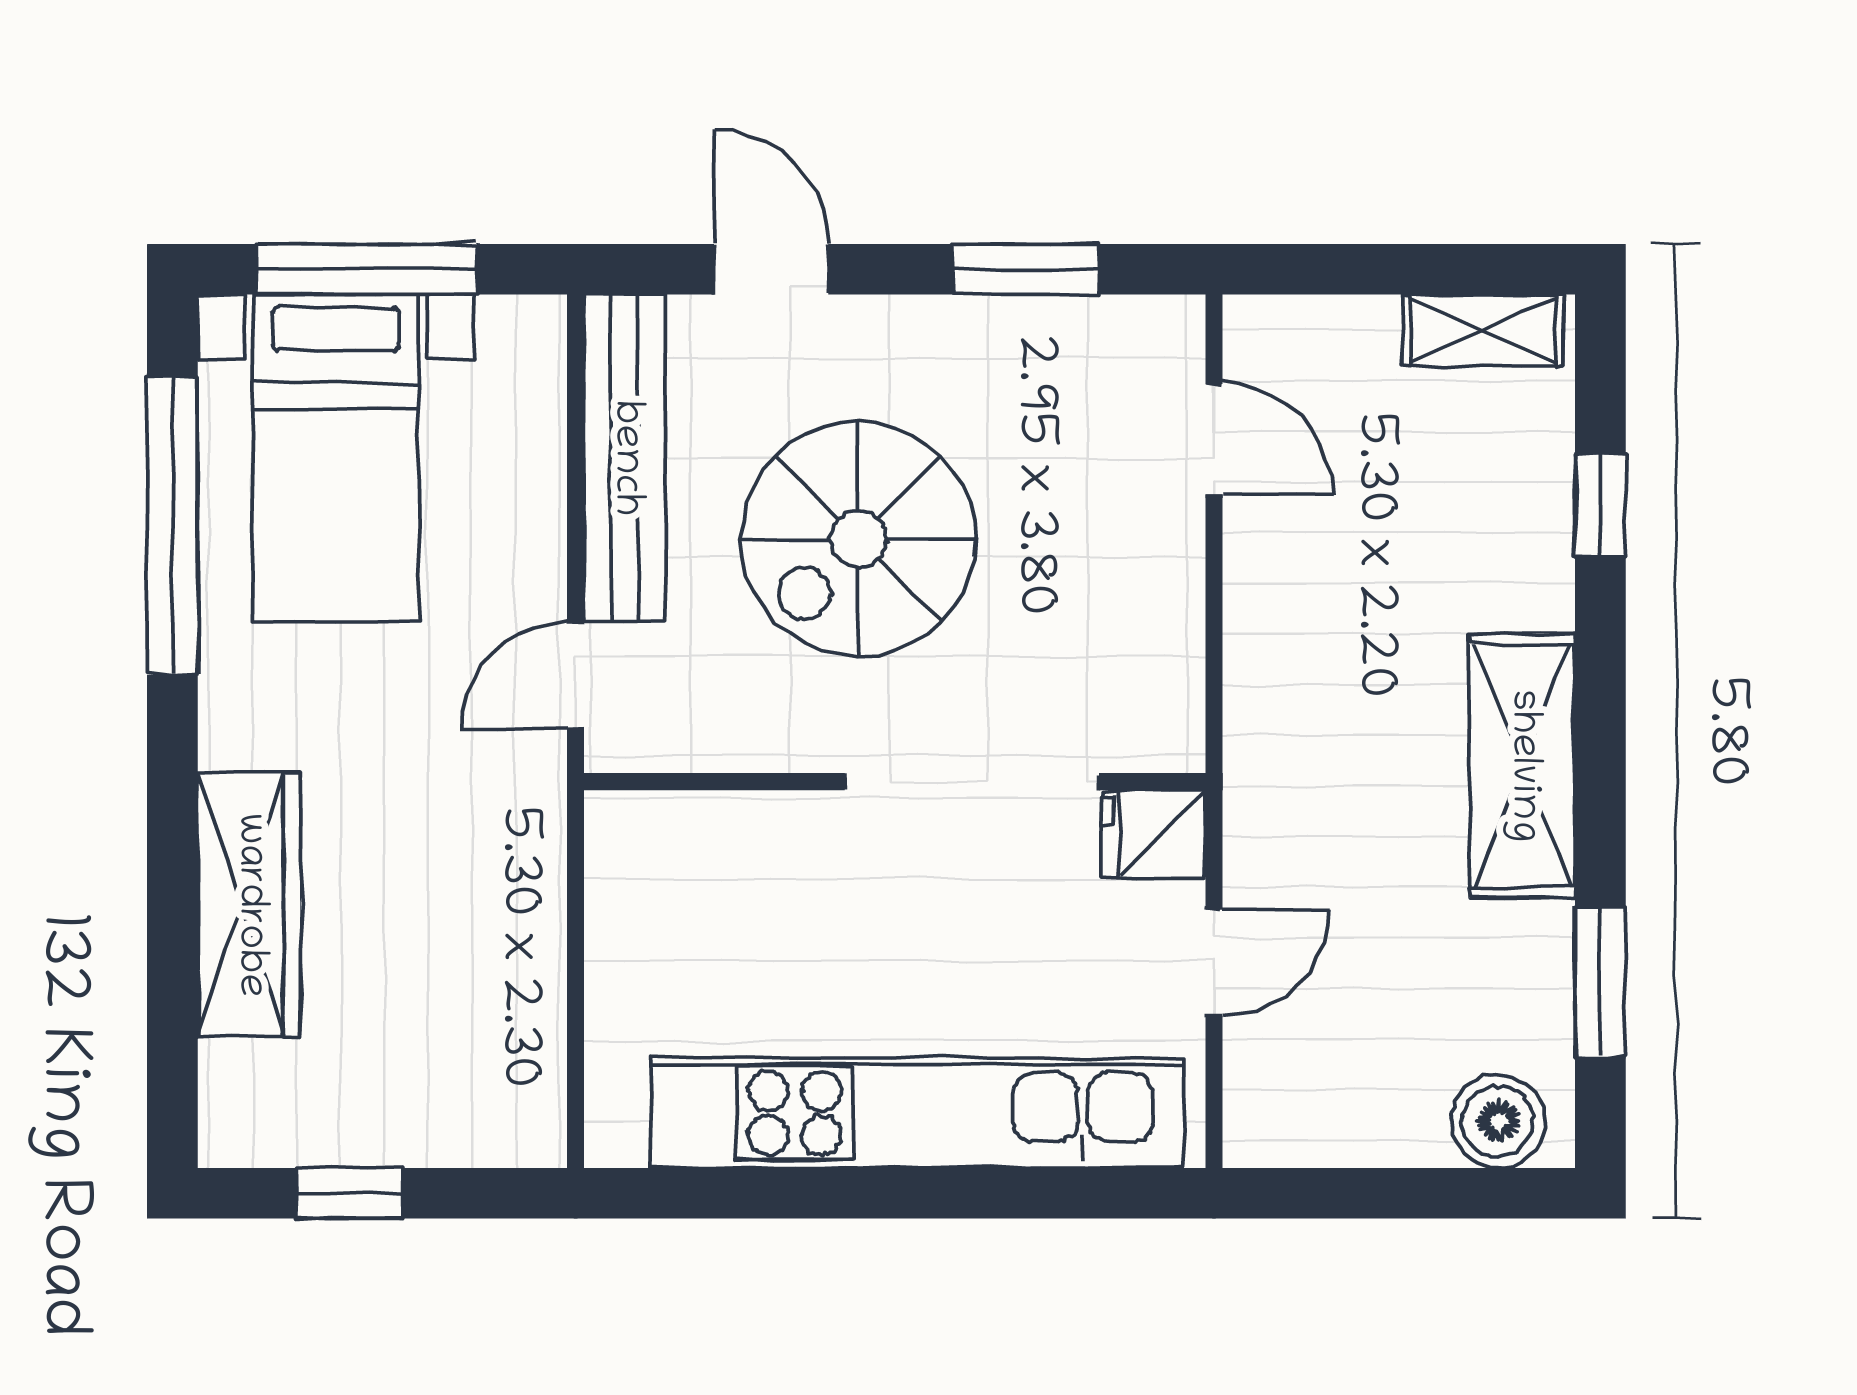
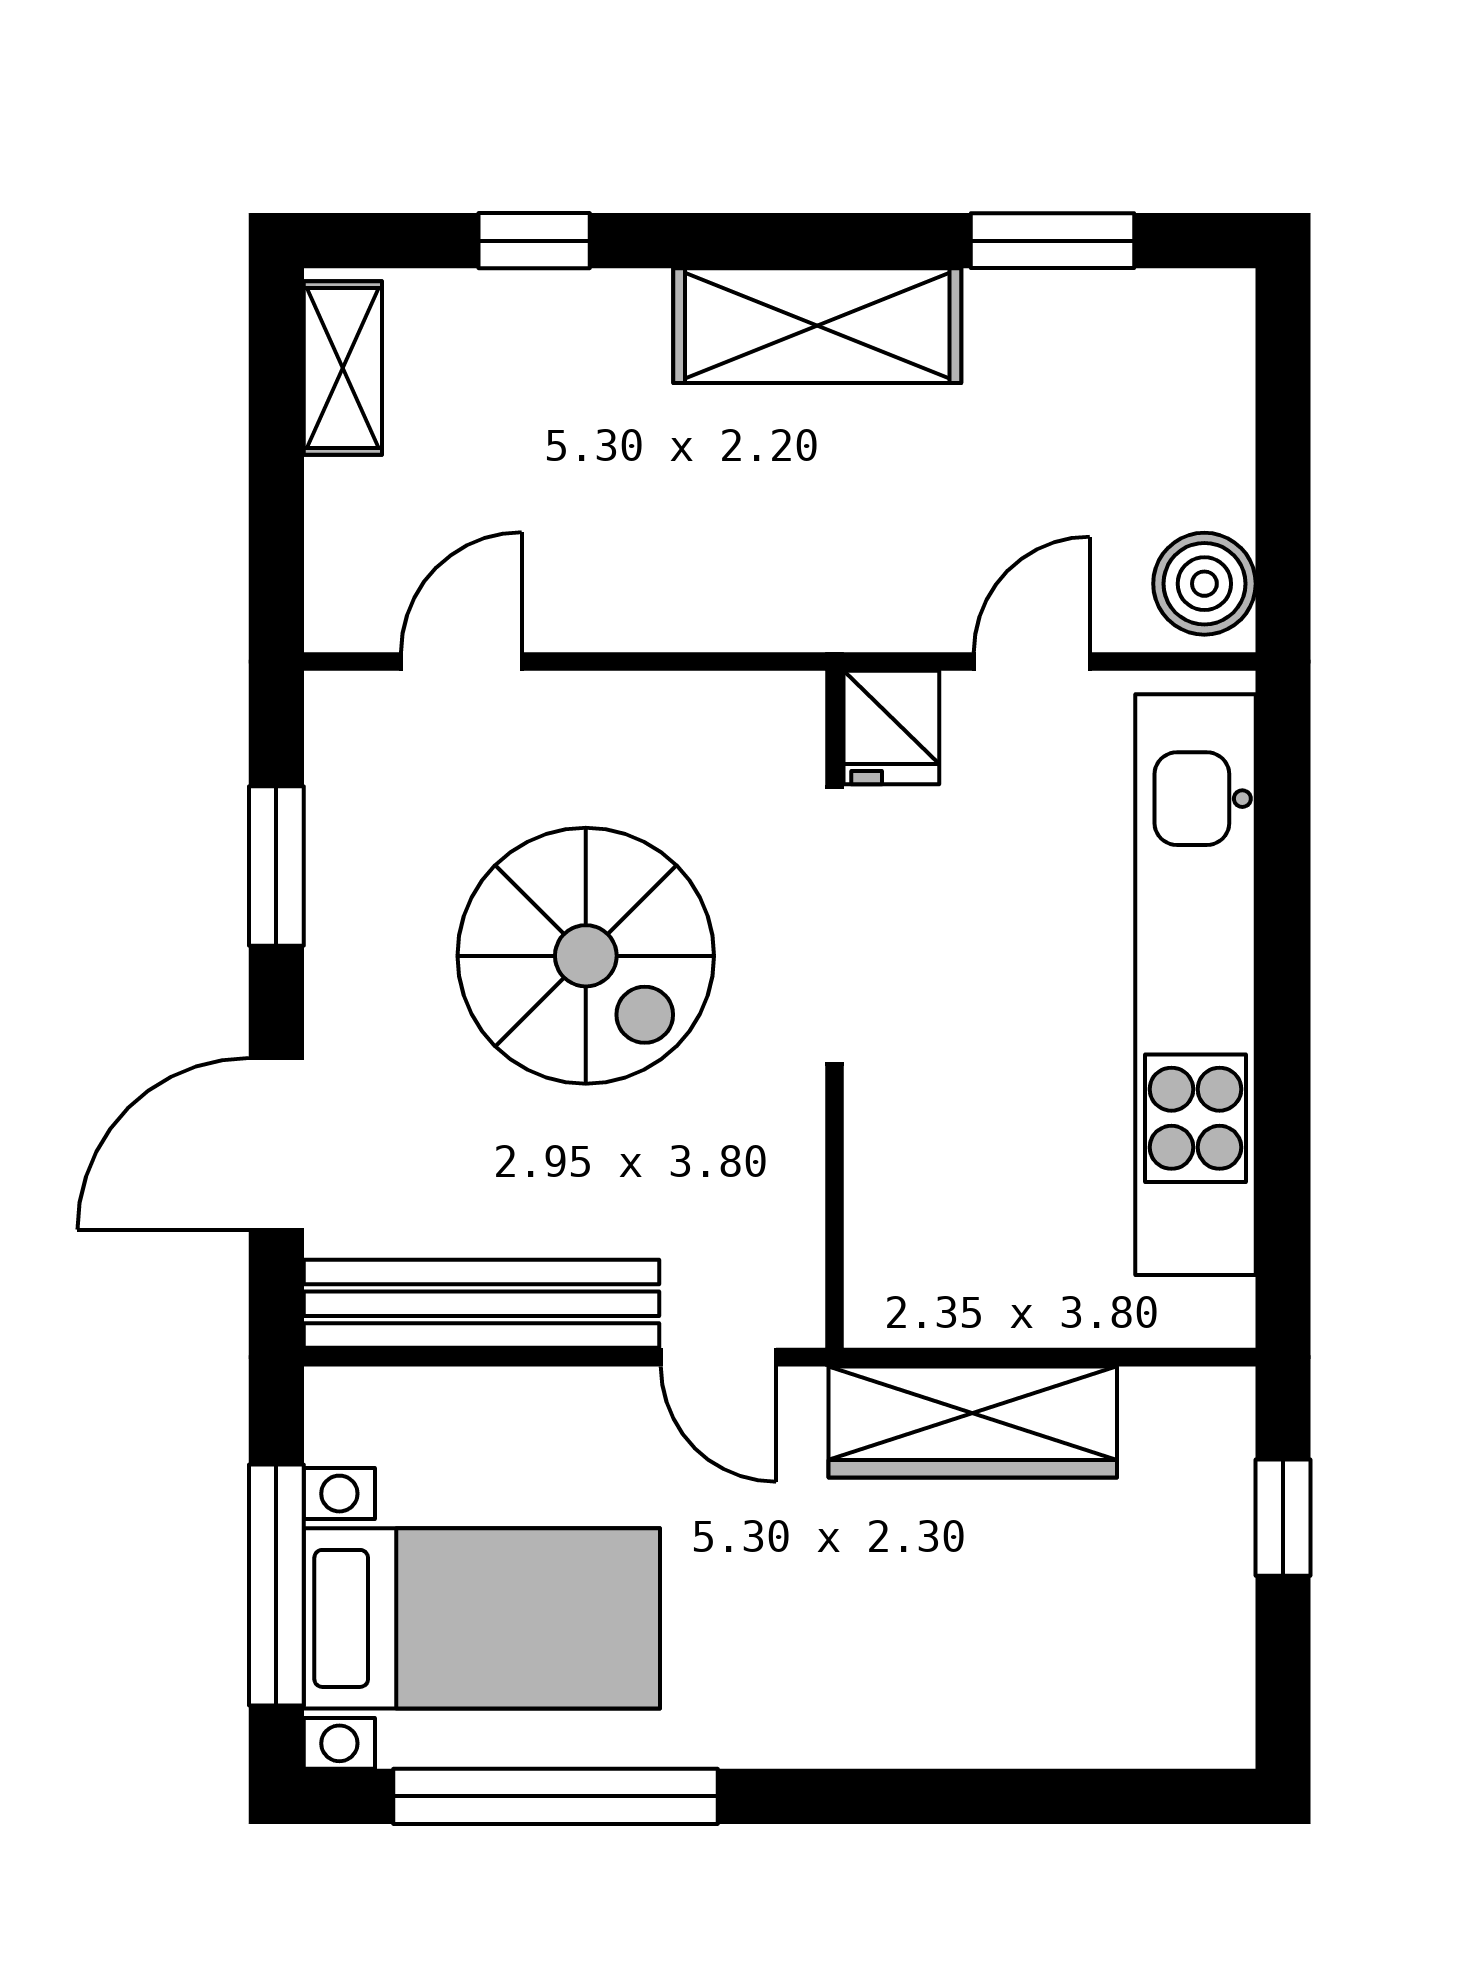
door: (771, 269) -> (276, 1144), width x1.38
spiral stairs: (859, 539) -> (586, 956), moved
wardrobe: (249, 905) -> (973, 1422), moved, turned 180
door: (1214, 963) -> (1032, 662), hinge flipped
boiler: (1498, 1121) -> (1204, 584), moved
window: (349, 1193) -> (1283, 1518), moved

